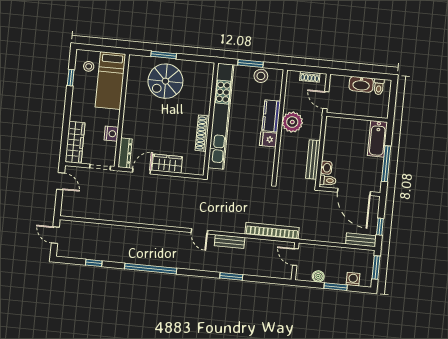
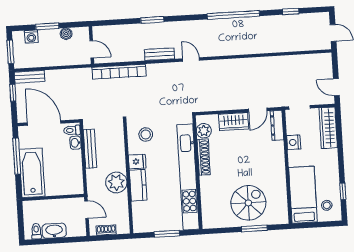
stool: (261, 76) -> (146, 134), moved
bathtub: (377, 139) -> (32, 173), width x1.36, depth x1.36
plant: (198, 159) -> (204, 131), added

